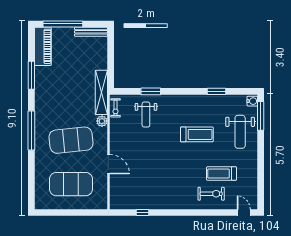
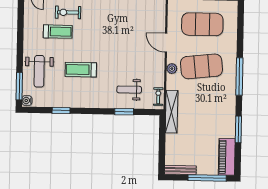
weight bench: (146, 115) -> (129, 90), turned -90
plant: (102, 121) -> (172, 69), moved
weight bench: (240, 132) -> (39, 71), turned 180

